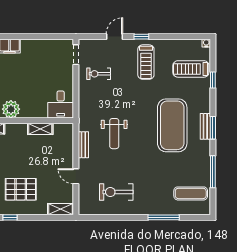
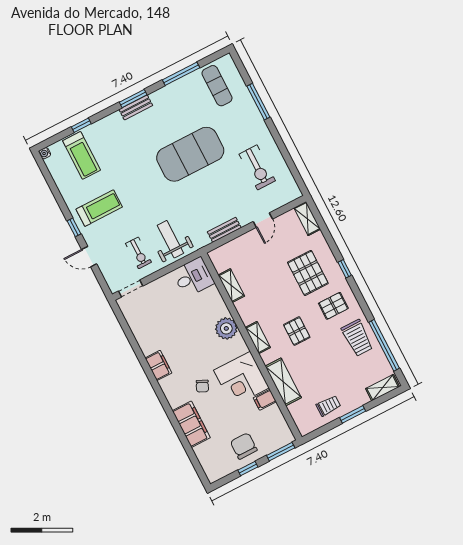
exercise mat: (172, 125) -> (190, 154), moved
weight bench: (114, 134) -> (170, 239), moved, turned -90

